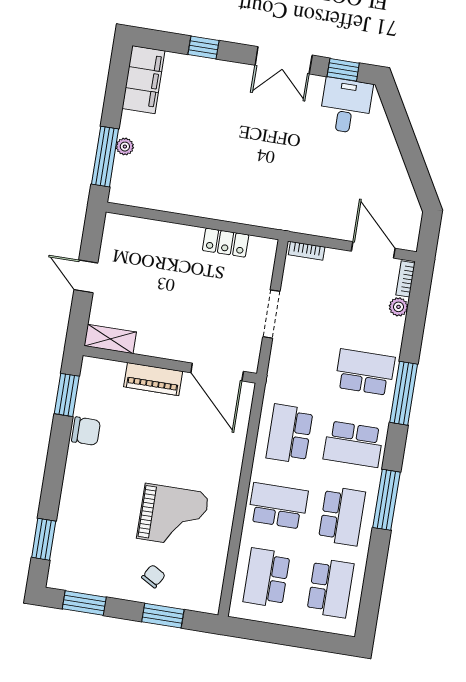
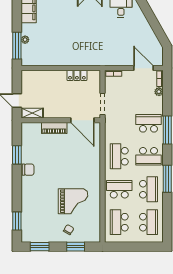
shelving: (110, 339) -> (32, 113), moved
wall: (170, 364) -> (61, 120), moved
door: (217, 372) -> (82, 120), moved
piano: (153, 379) -> (54, 128), moved

